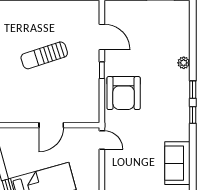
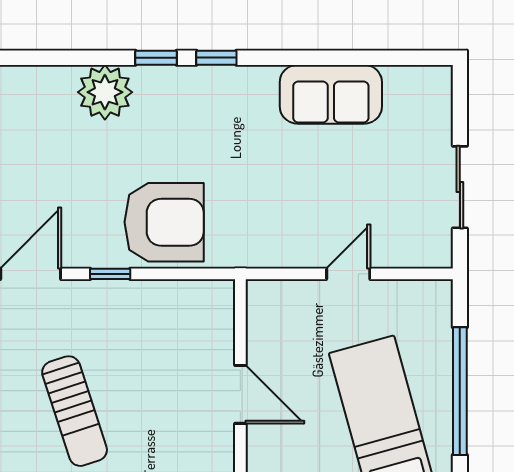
plant: (184, 63) -> (105, 92), width x1.88, depth x1.88
door: (102, 140) -> (348, 274), moved

